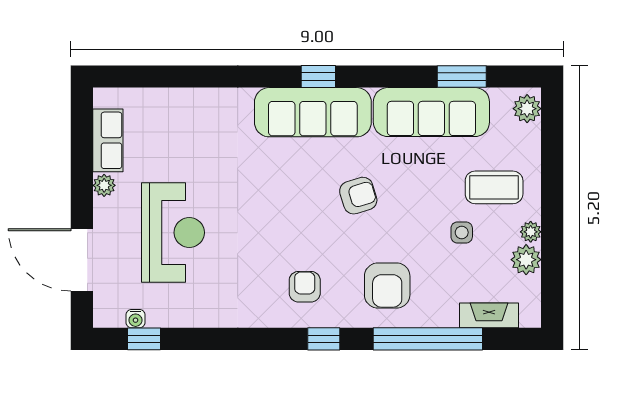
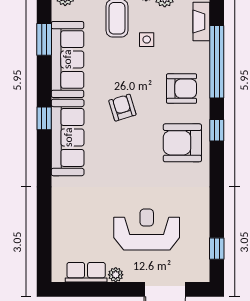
window: (318, 76) -> (44, 118), moved
armchair: (305, 287) -> (182, 143), width x1.88, depth x1.88
water cooler: (136, 319) -> (203, 254), removed

